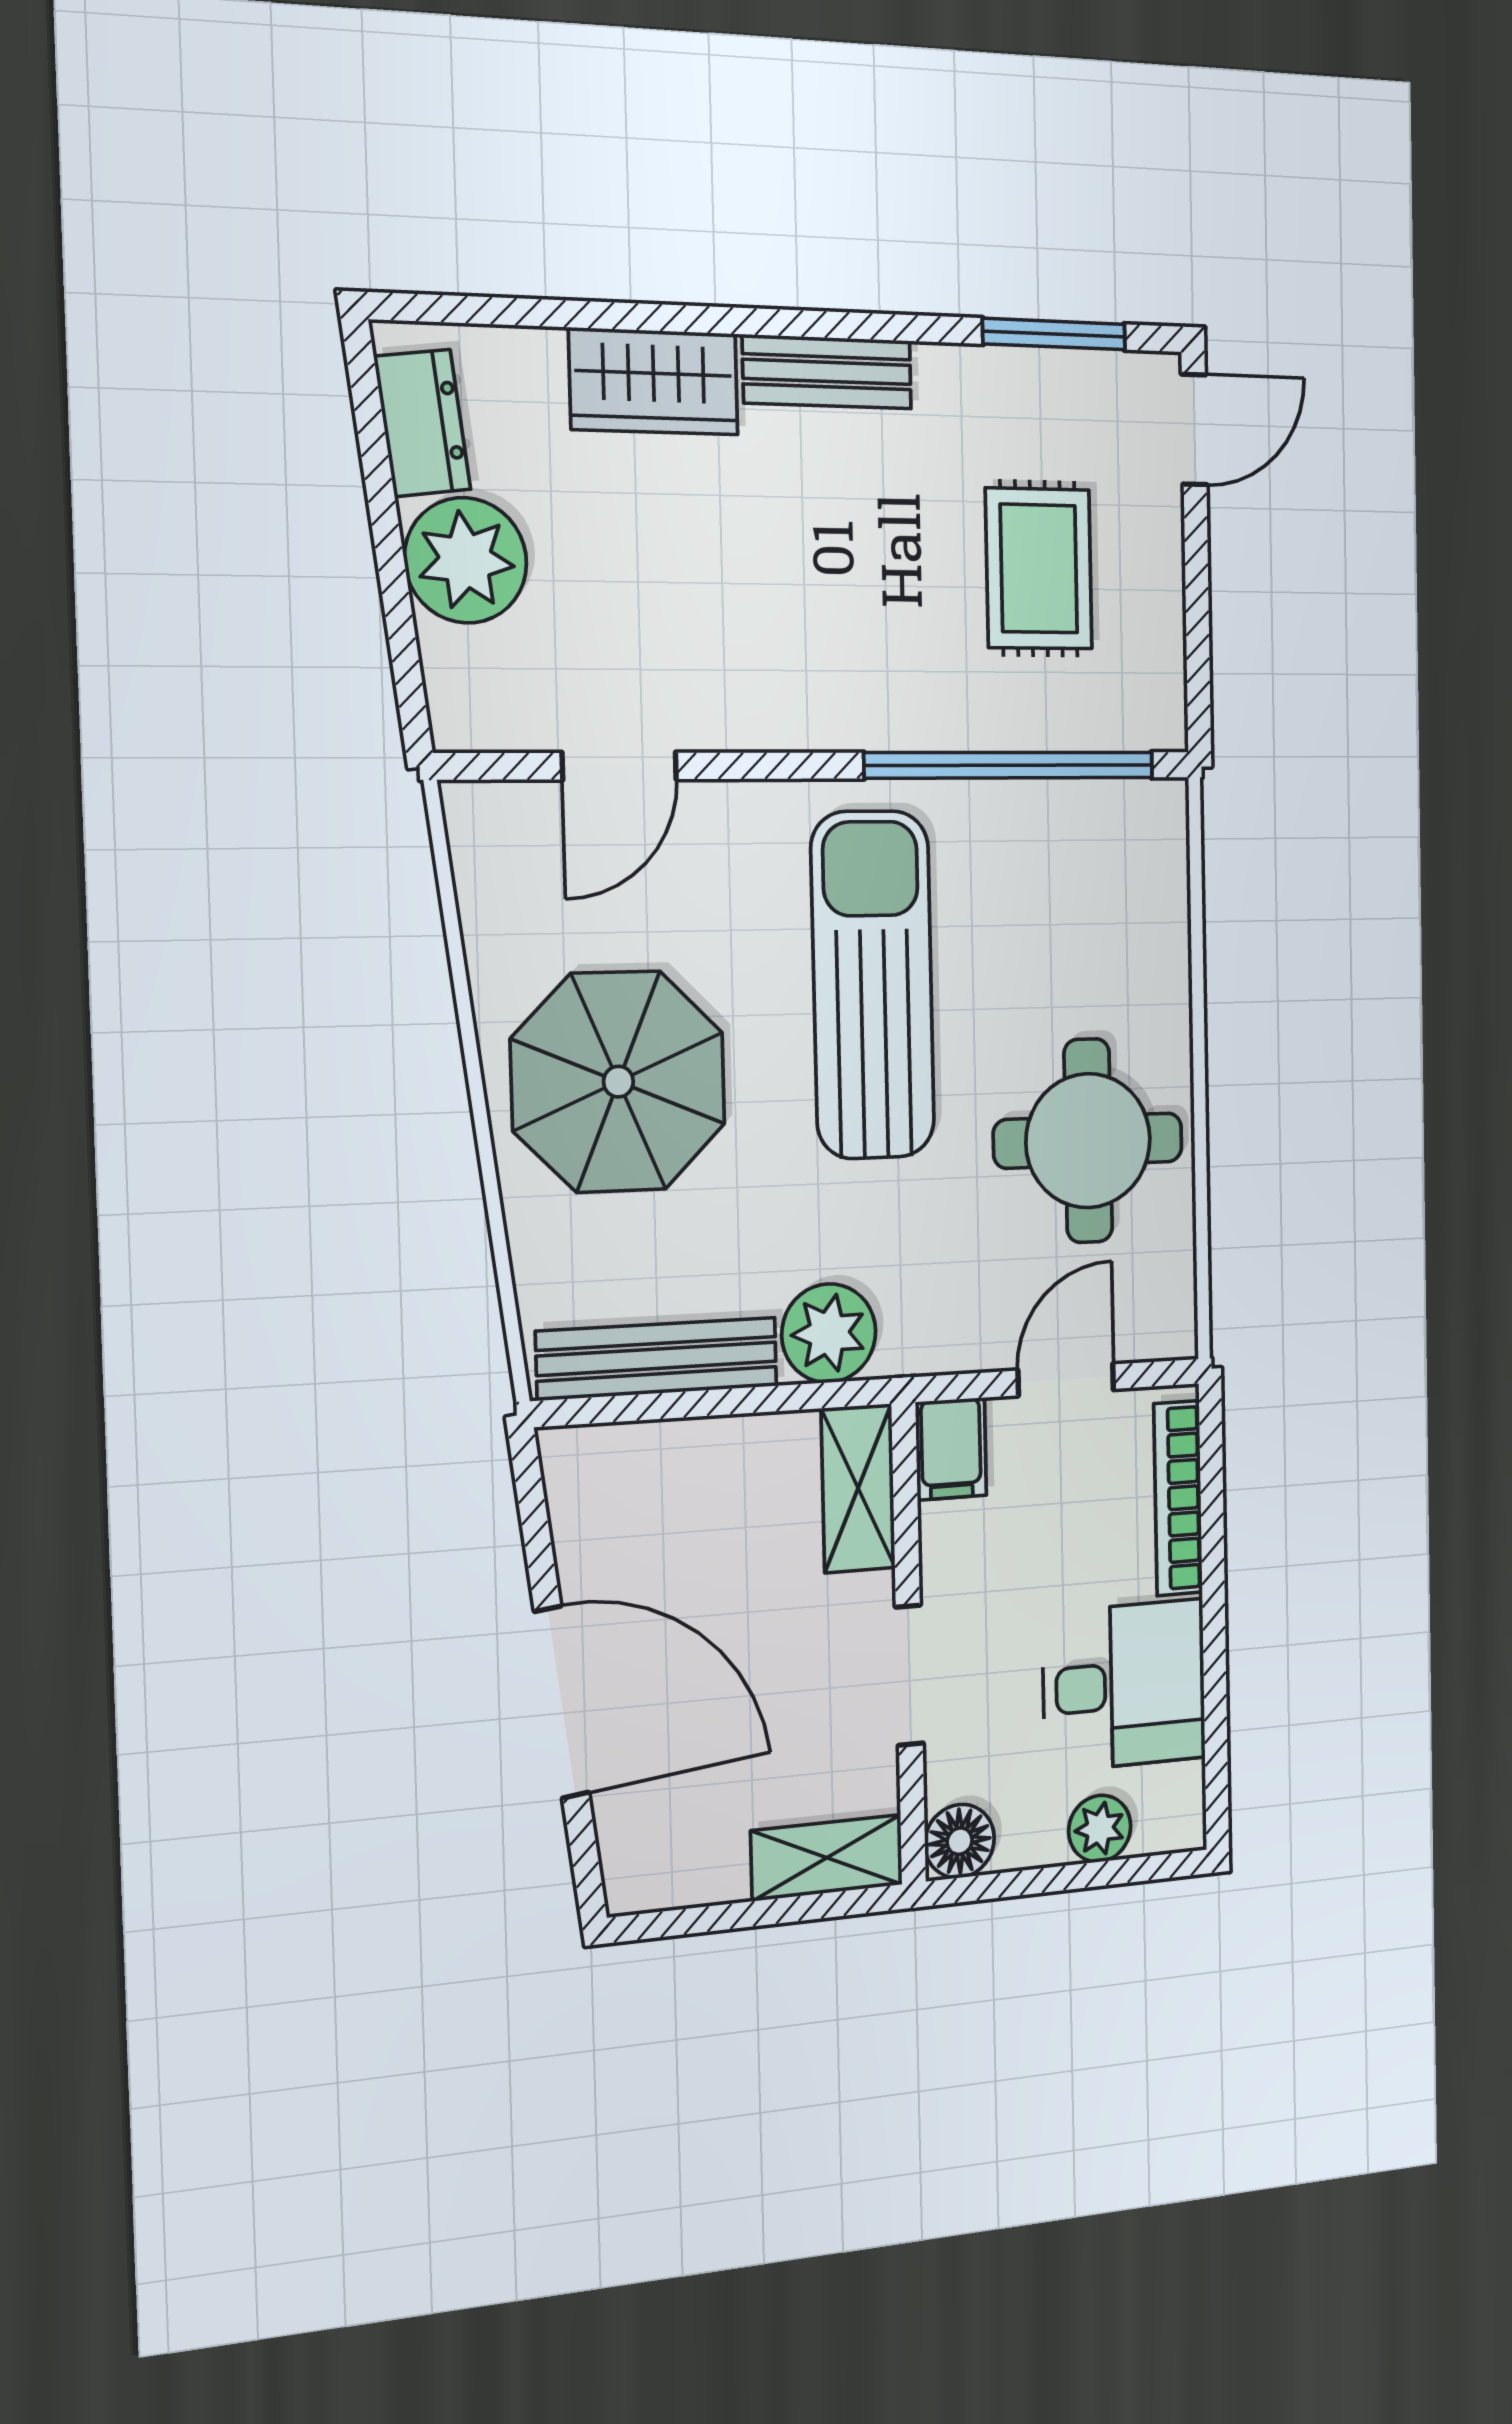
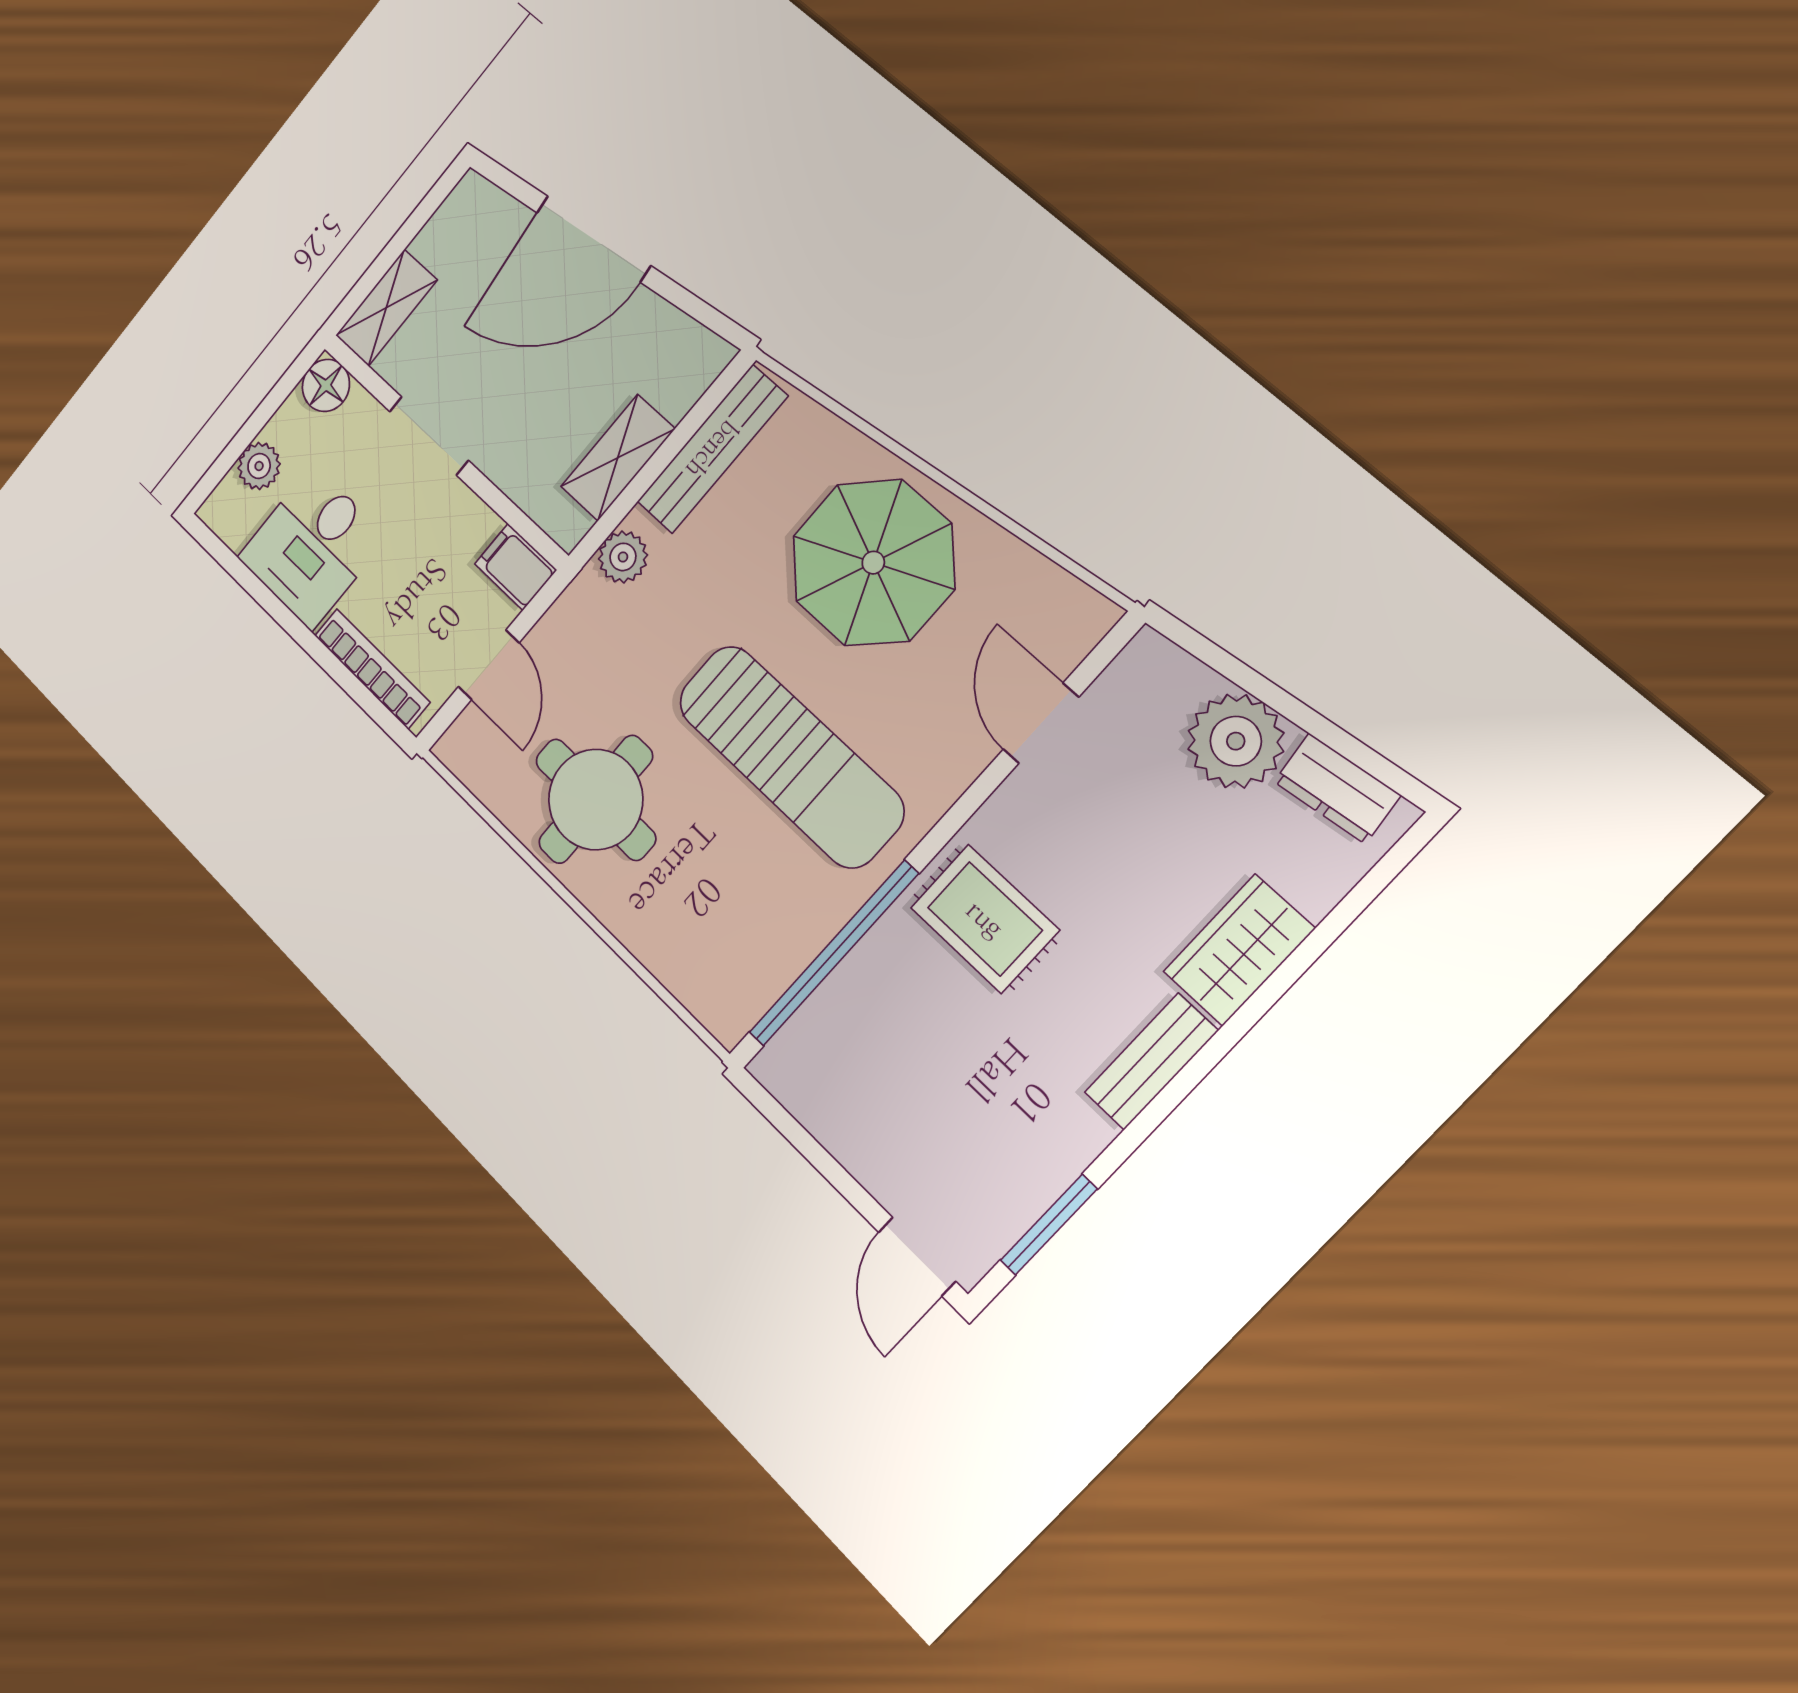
rug: (1039, 569) -> (985, 919), moved
plant: (829, 1333) -> (623, 557), width x0.73, depth x0.73
shelving: (858, 1488) -> (618, 458), moved, turned 90

